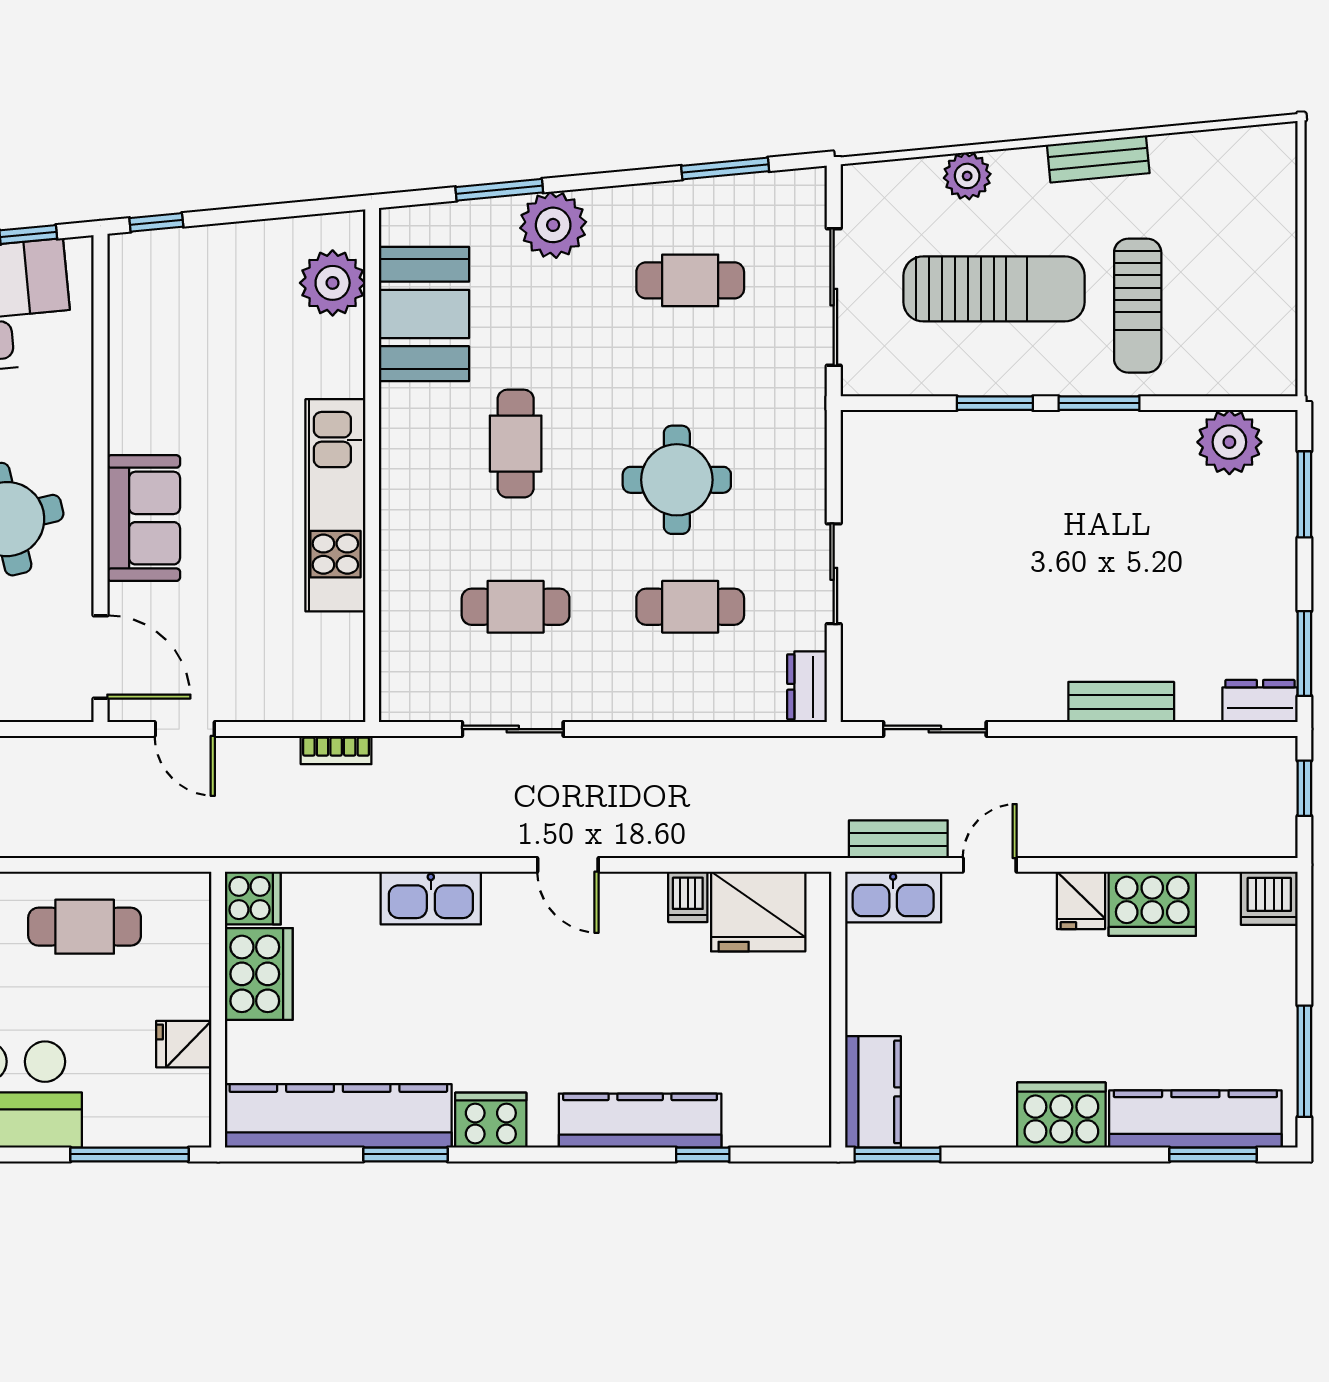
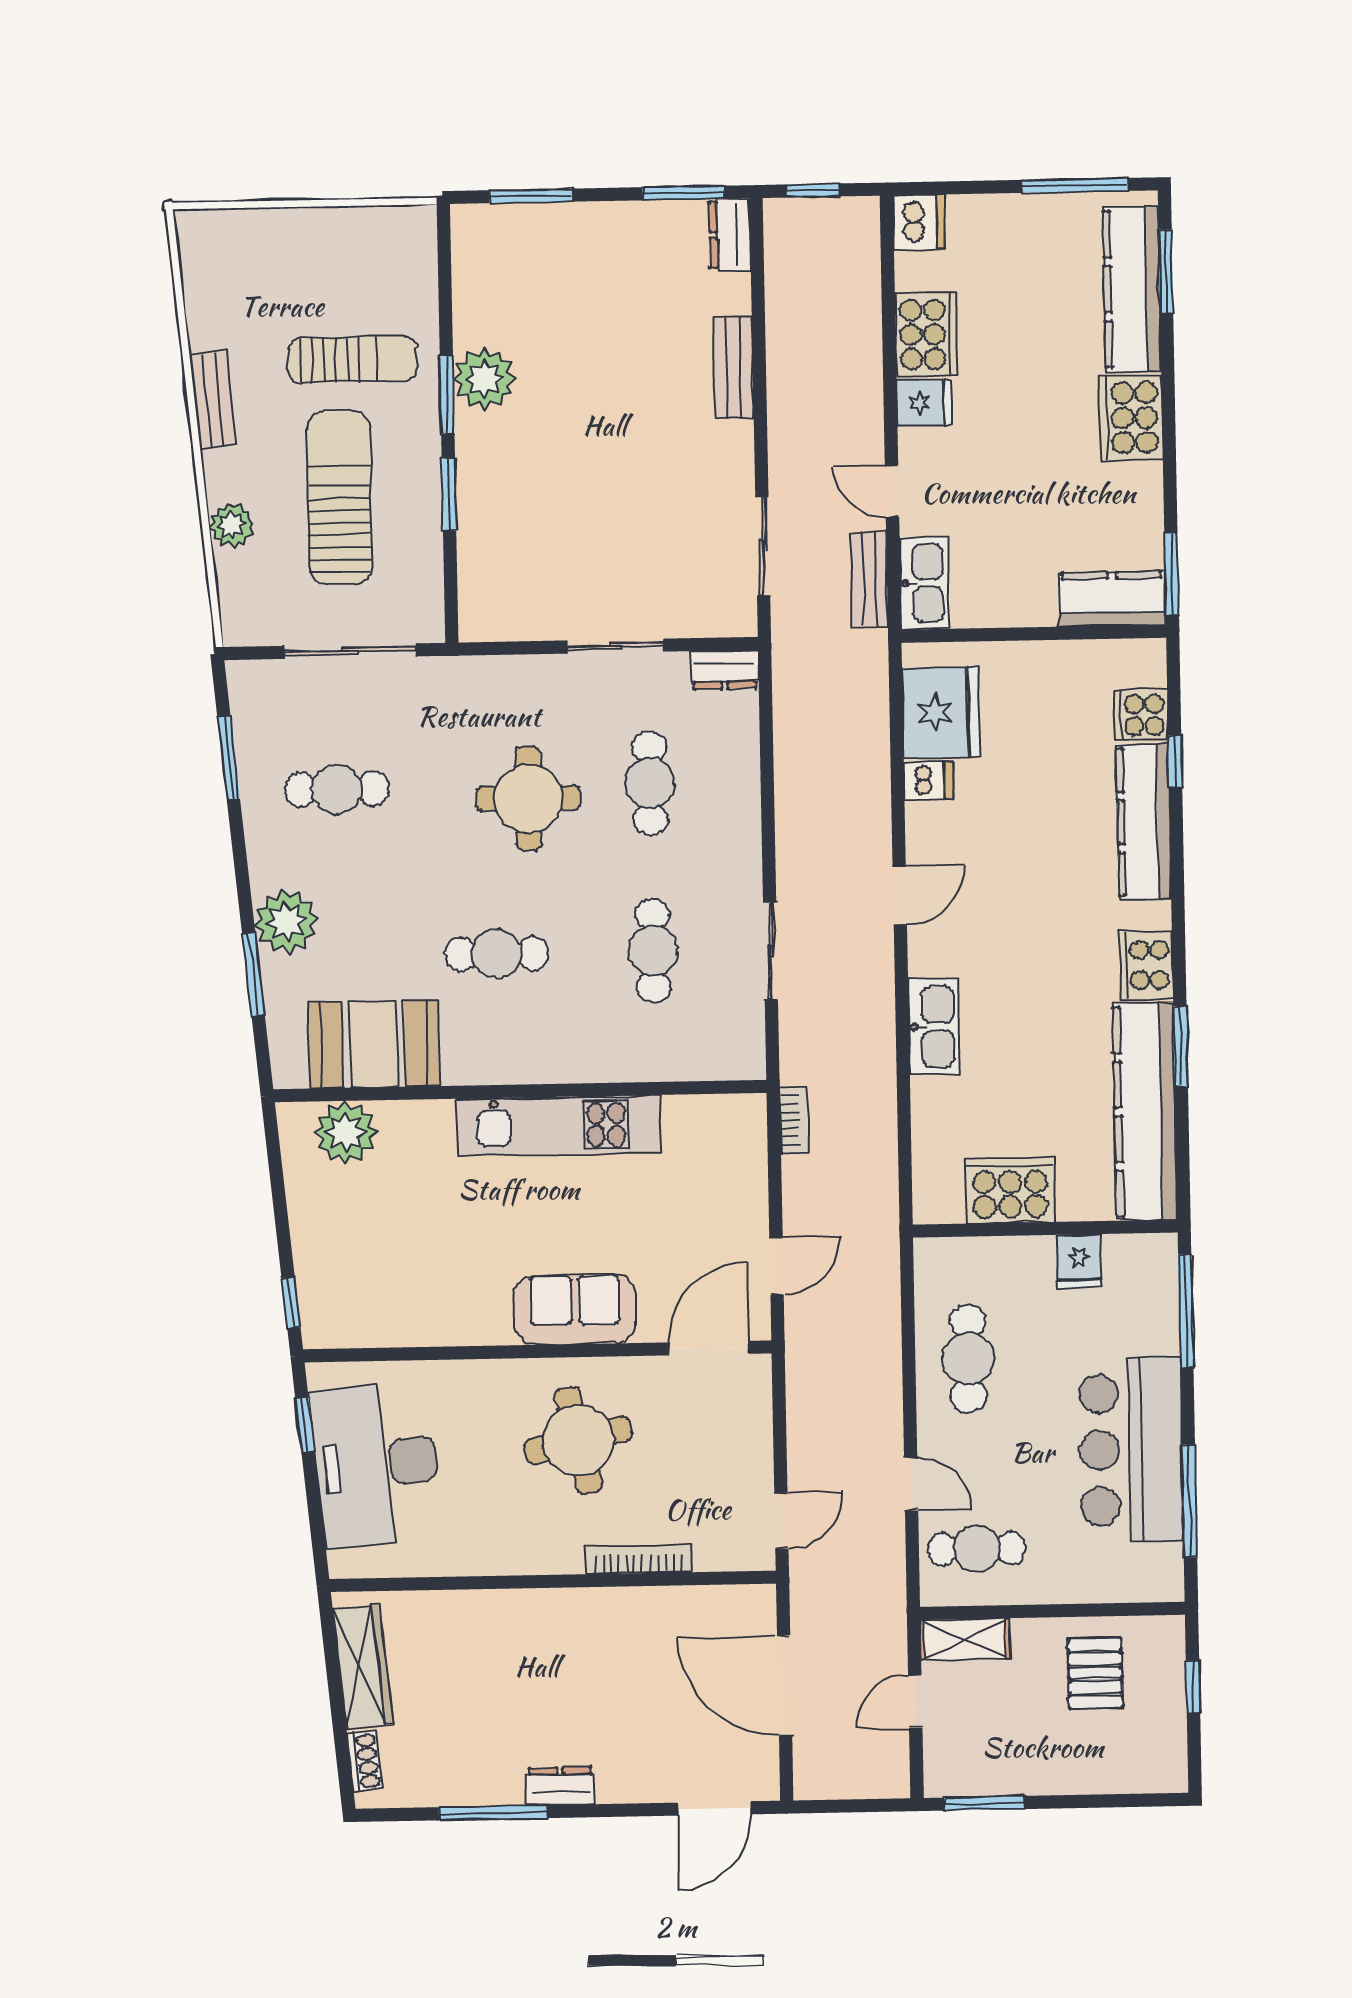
cafe table: (690, 280) -> (337, 789), turned 90
plant: (1229, 442) -> (484, 379), moved
cooker: (253, 898) -> (1141, 715), moved, turned -90

